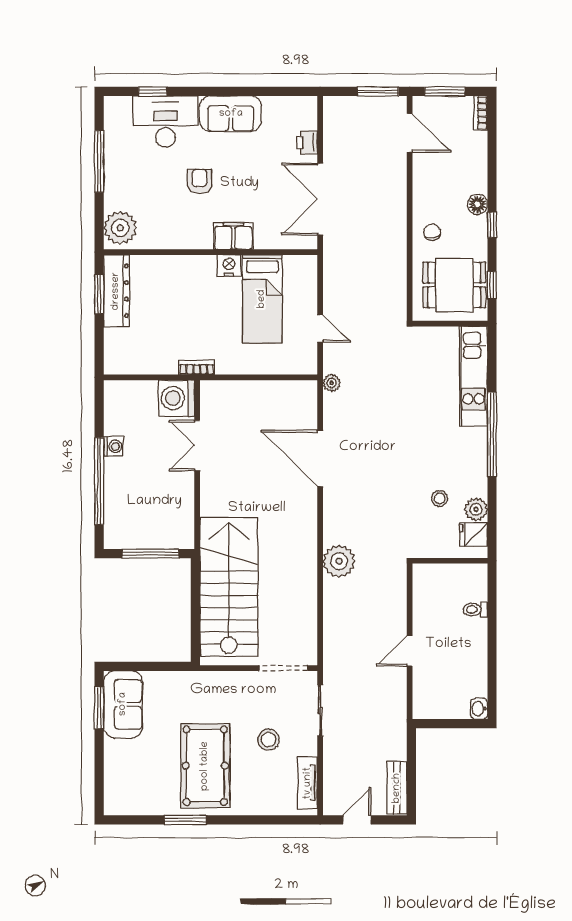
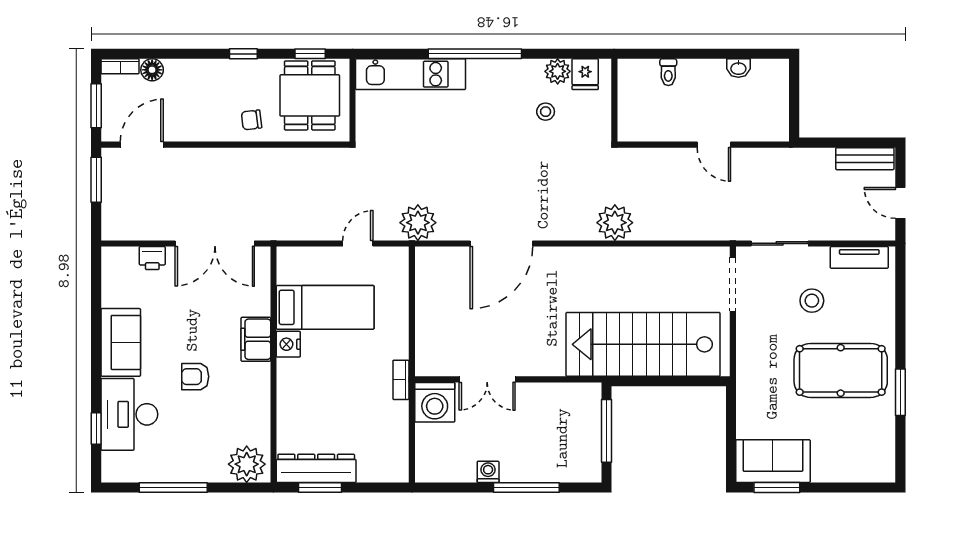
floor lamp: (477, 204) -> (152, 70), moved
plant: (332, 383) -> (418, 223), width x1.88, depth x1.88
window: (99, 481) -> (526, 488), width x0.68
washbasin: (479, 709) -> (738, 68), moved

